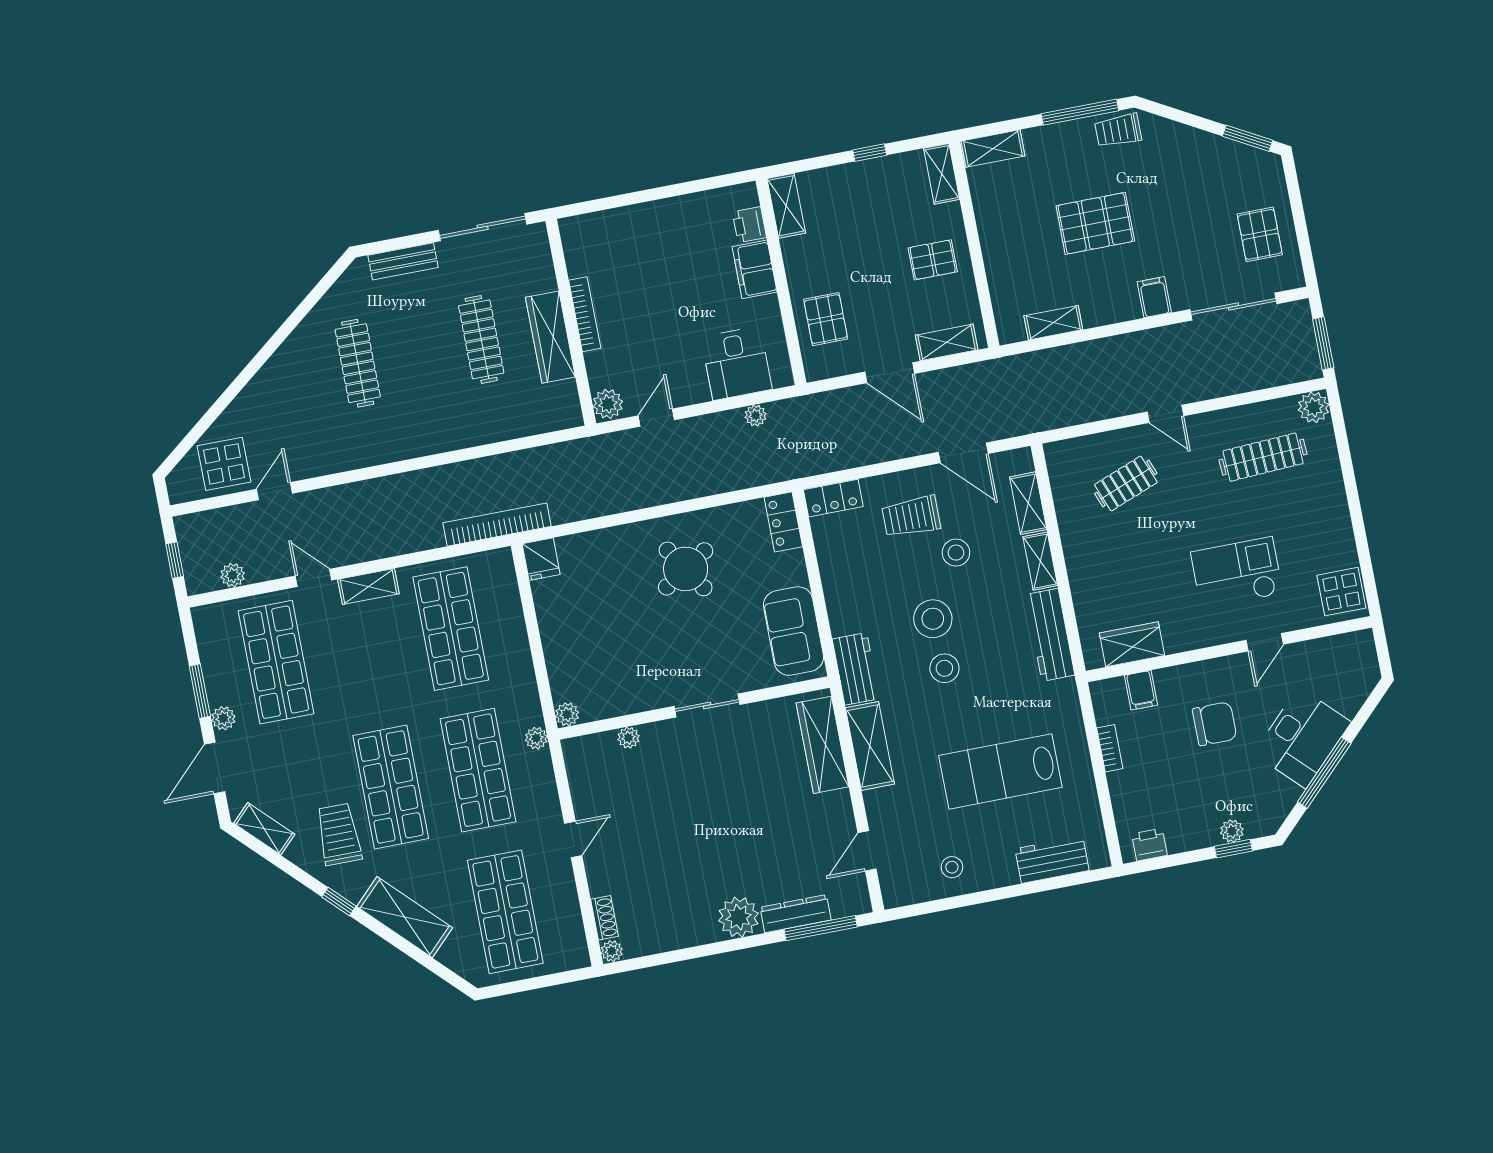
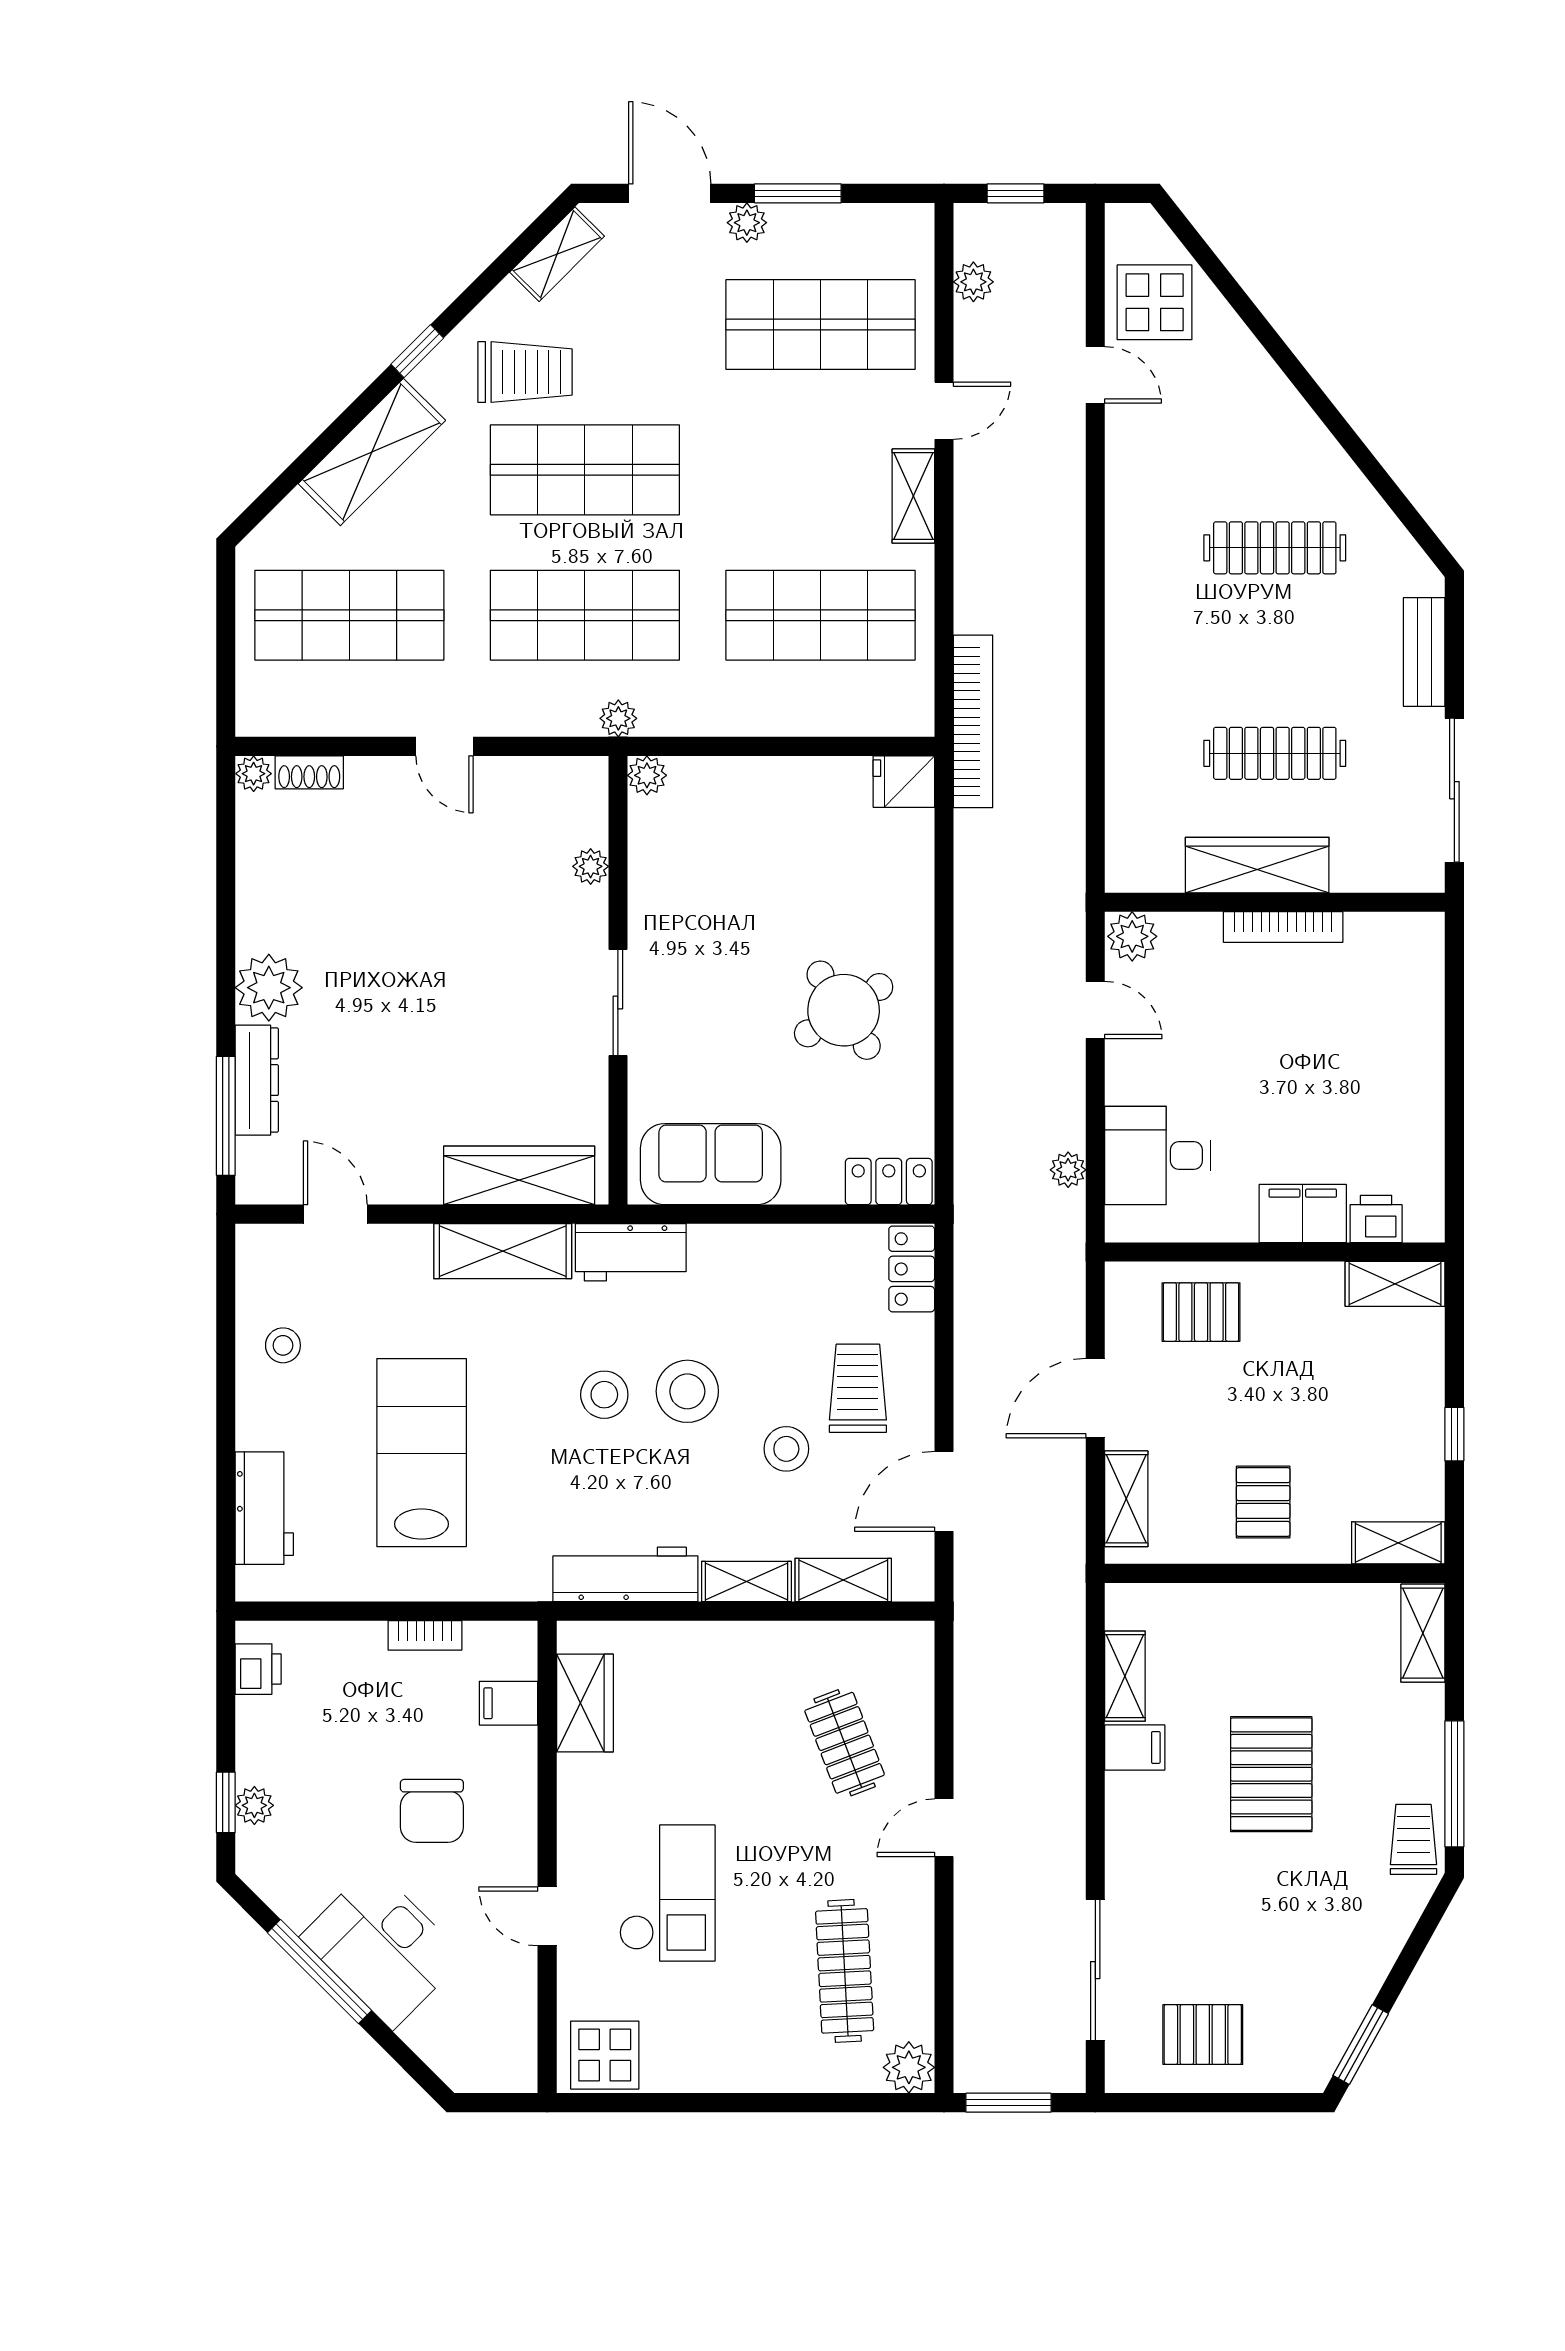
filing cabinet: (1154, 297) -> (1135, 1747), moved

